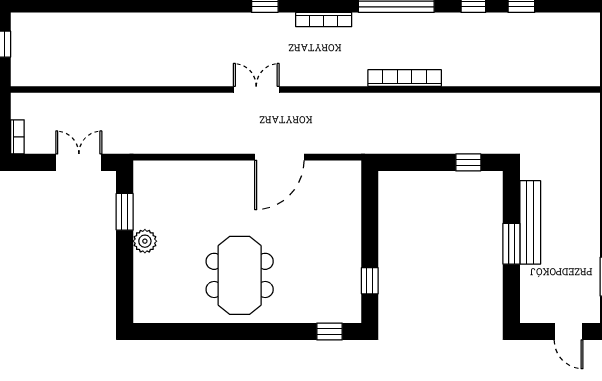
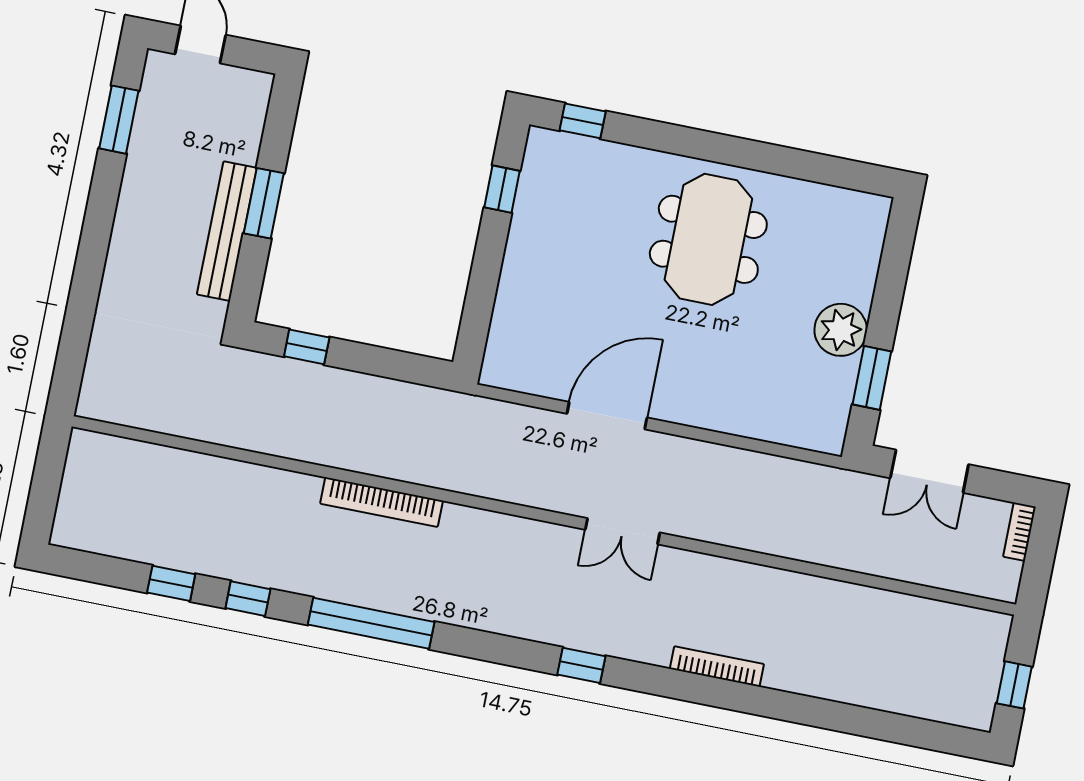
bookcase: (324, 20) -> (717, 666), moved
plant: (145, 241) -> (841, 330), width x1.36, depth x1.36

